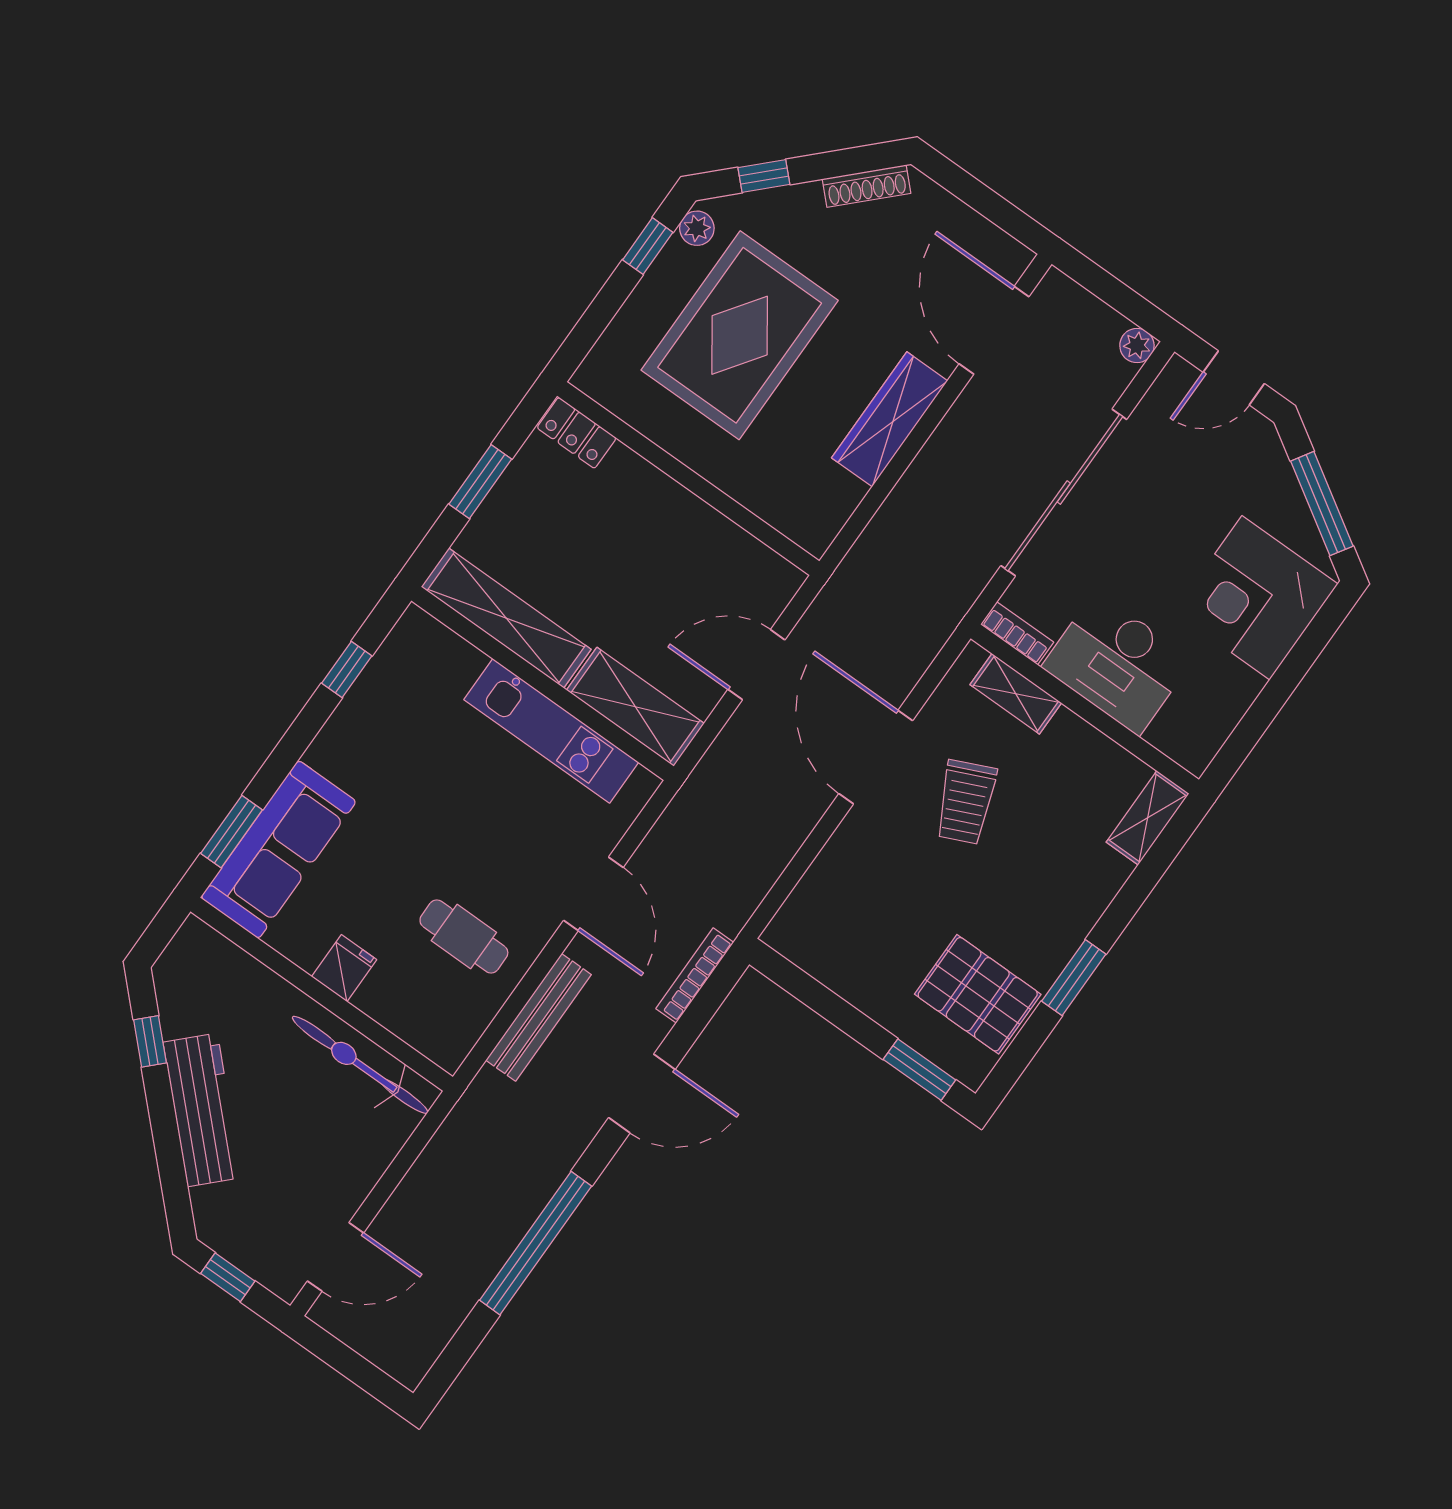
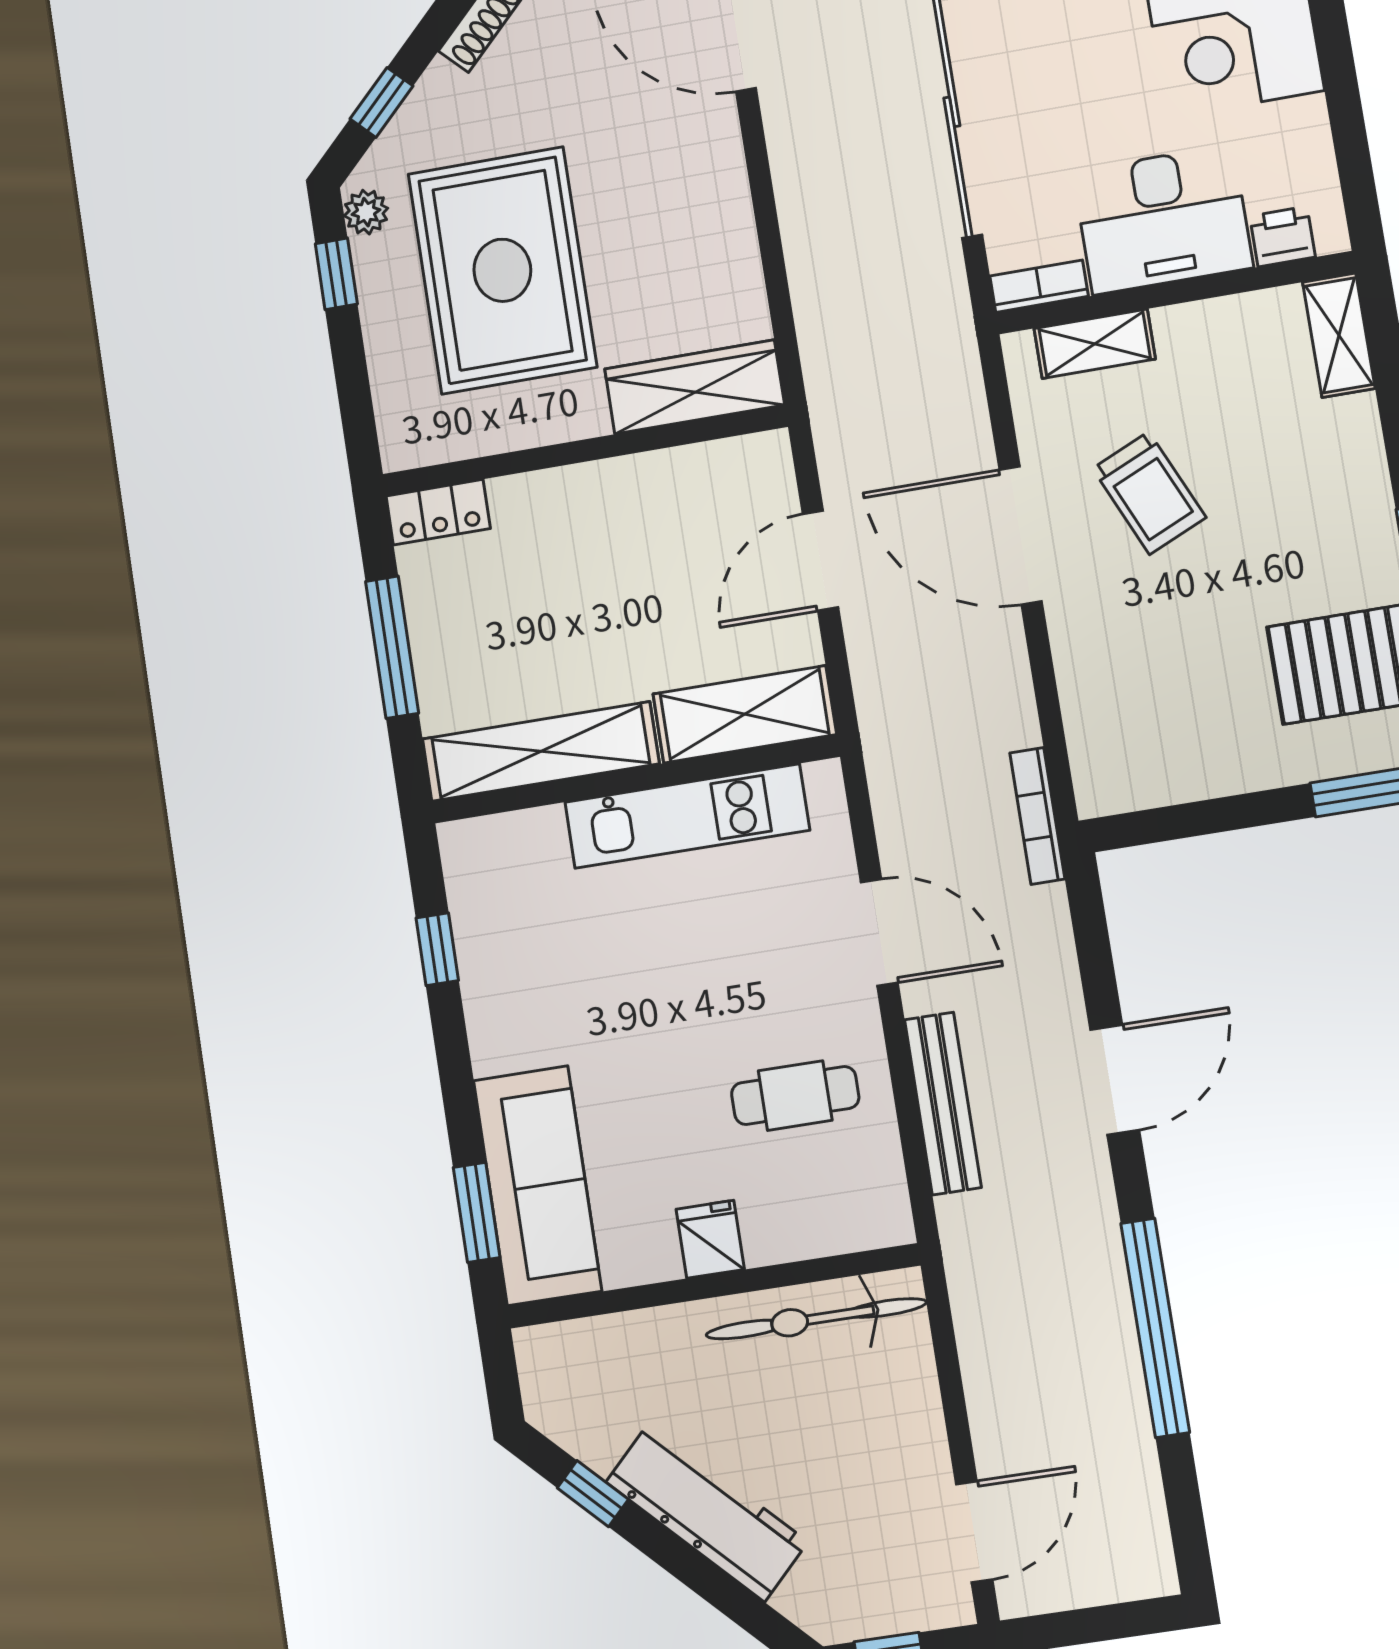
wardrobe: (890, 419) -> (694, 387), moved, turned 90
window: (480, 482) -> (392, 647), width x1.44
printer: (1171, 736) -> (1282, 237), added
bookcase: (695, 975) -> (1037, 816), moved

